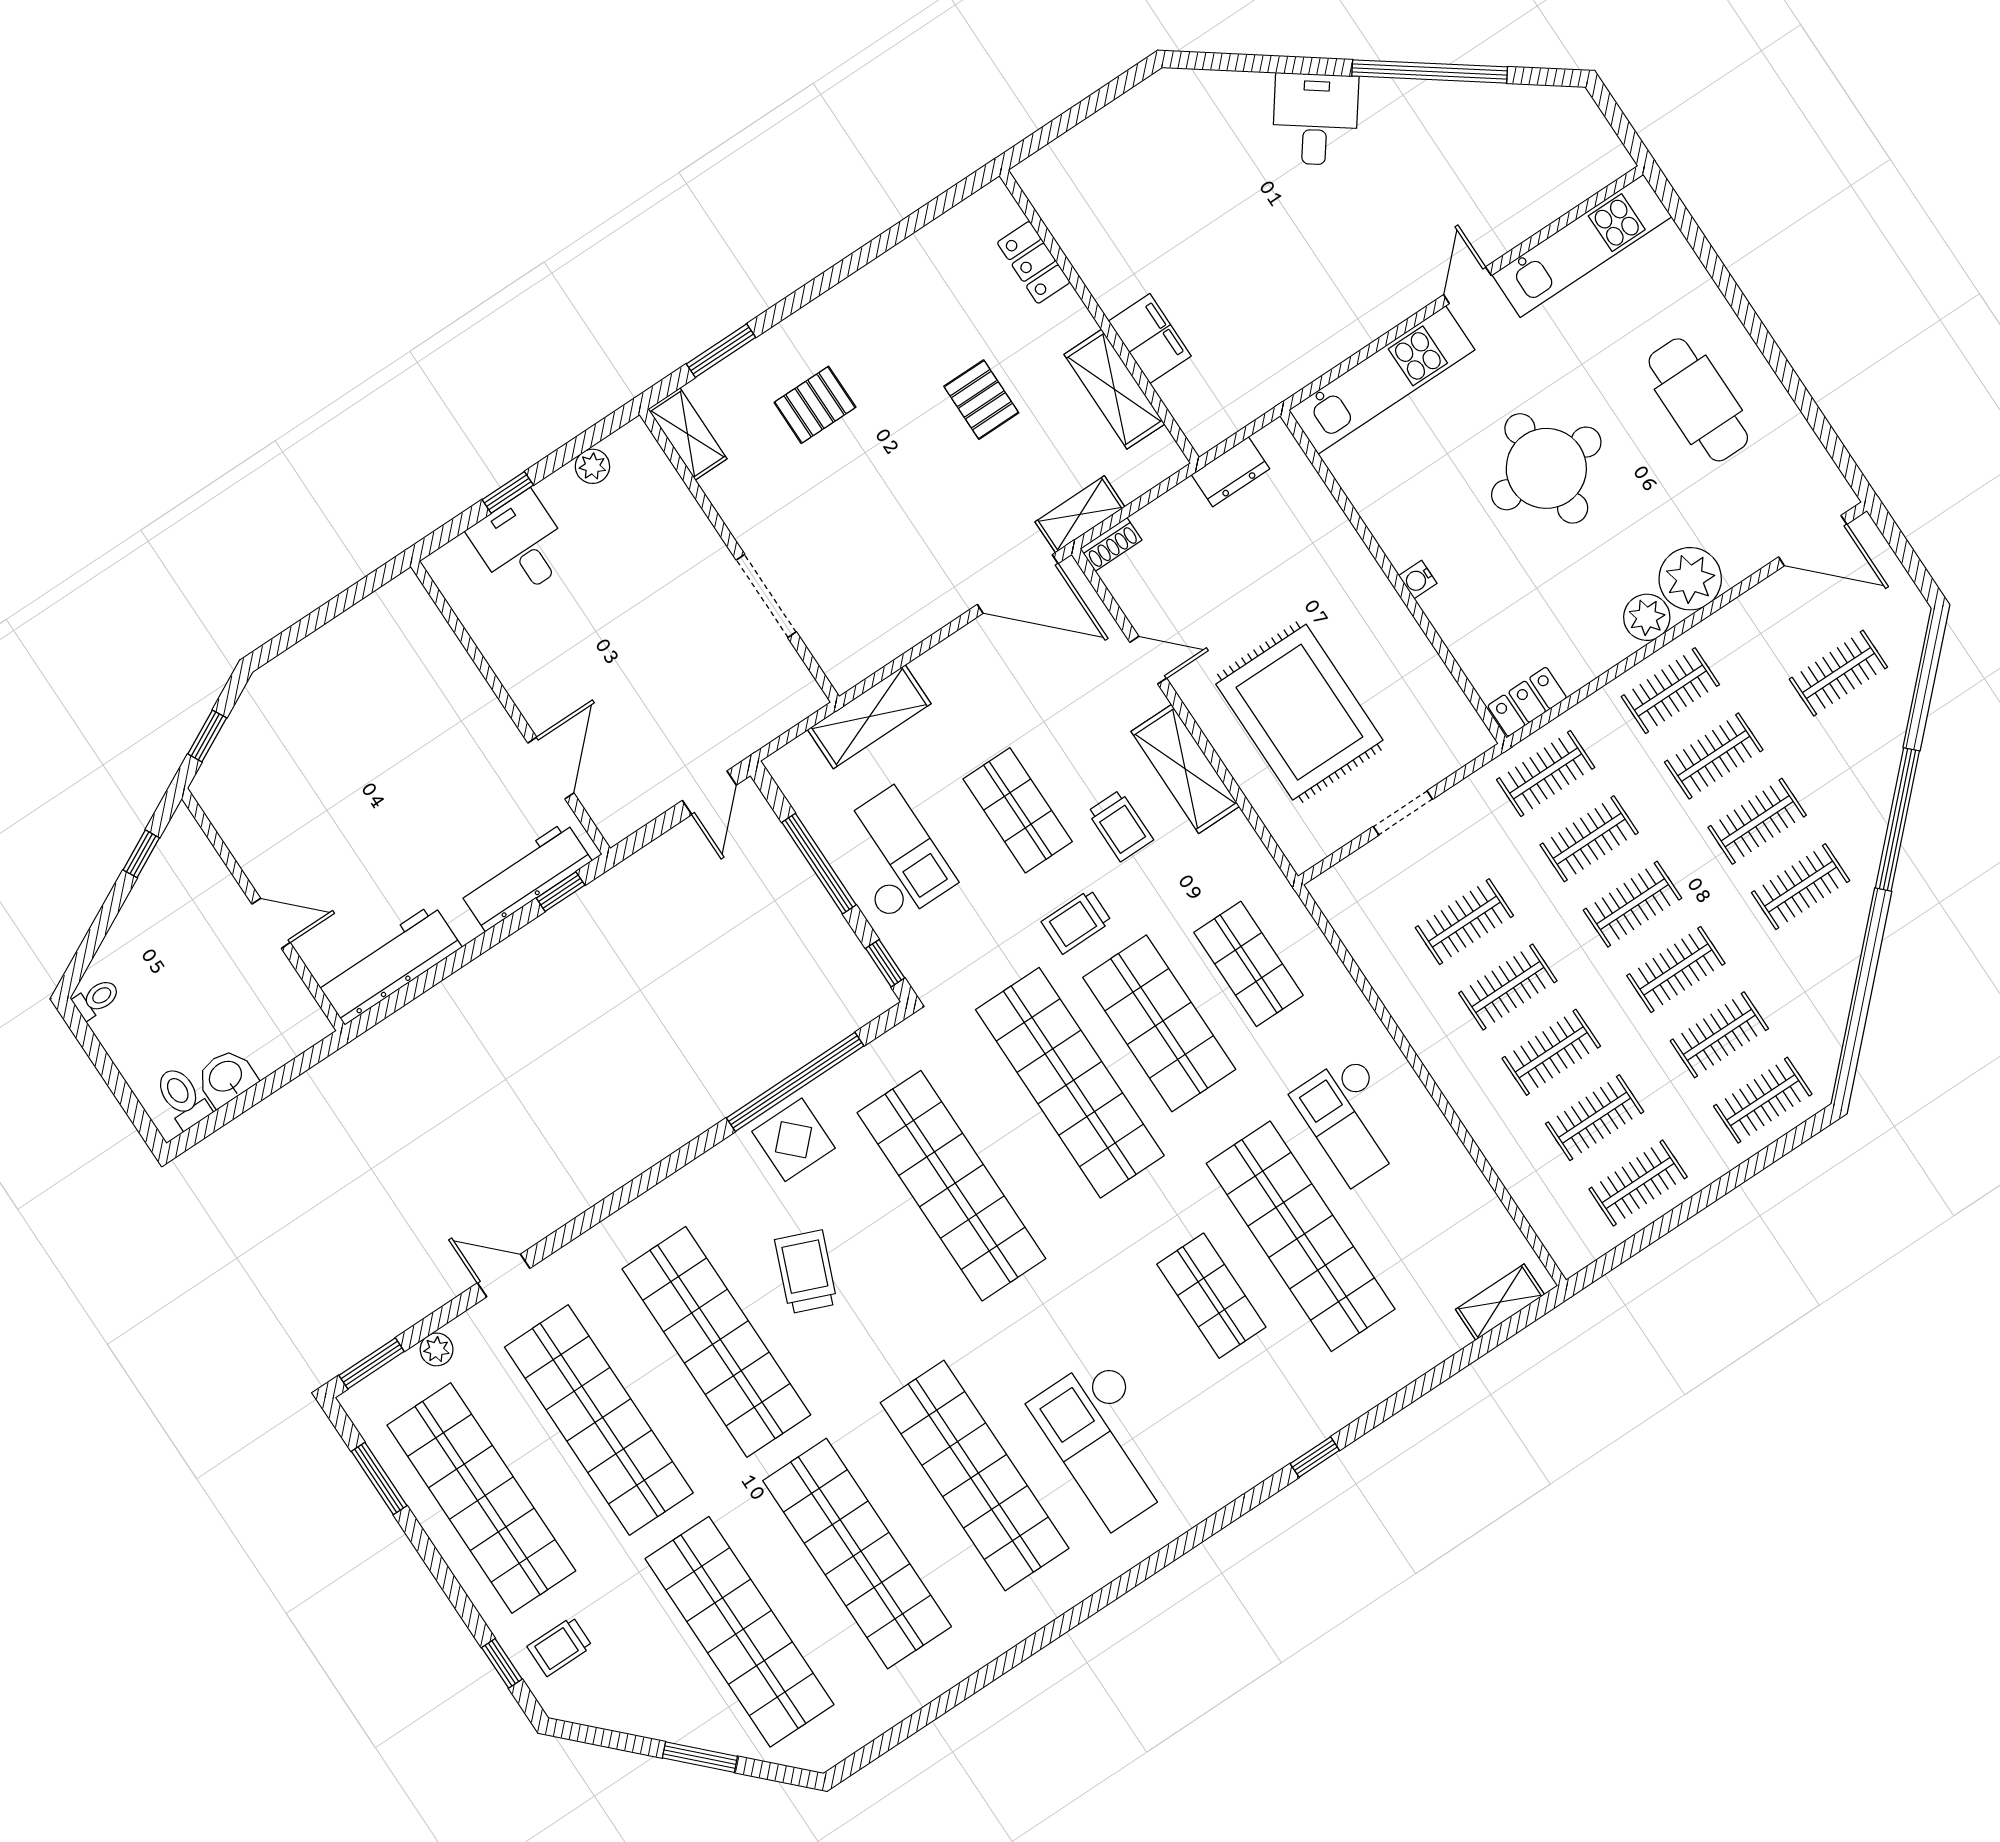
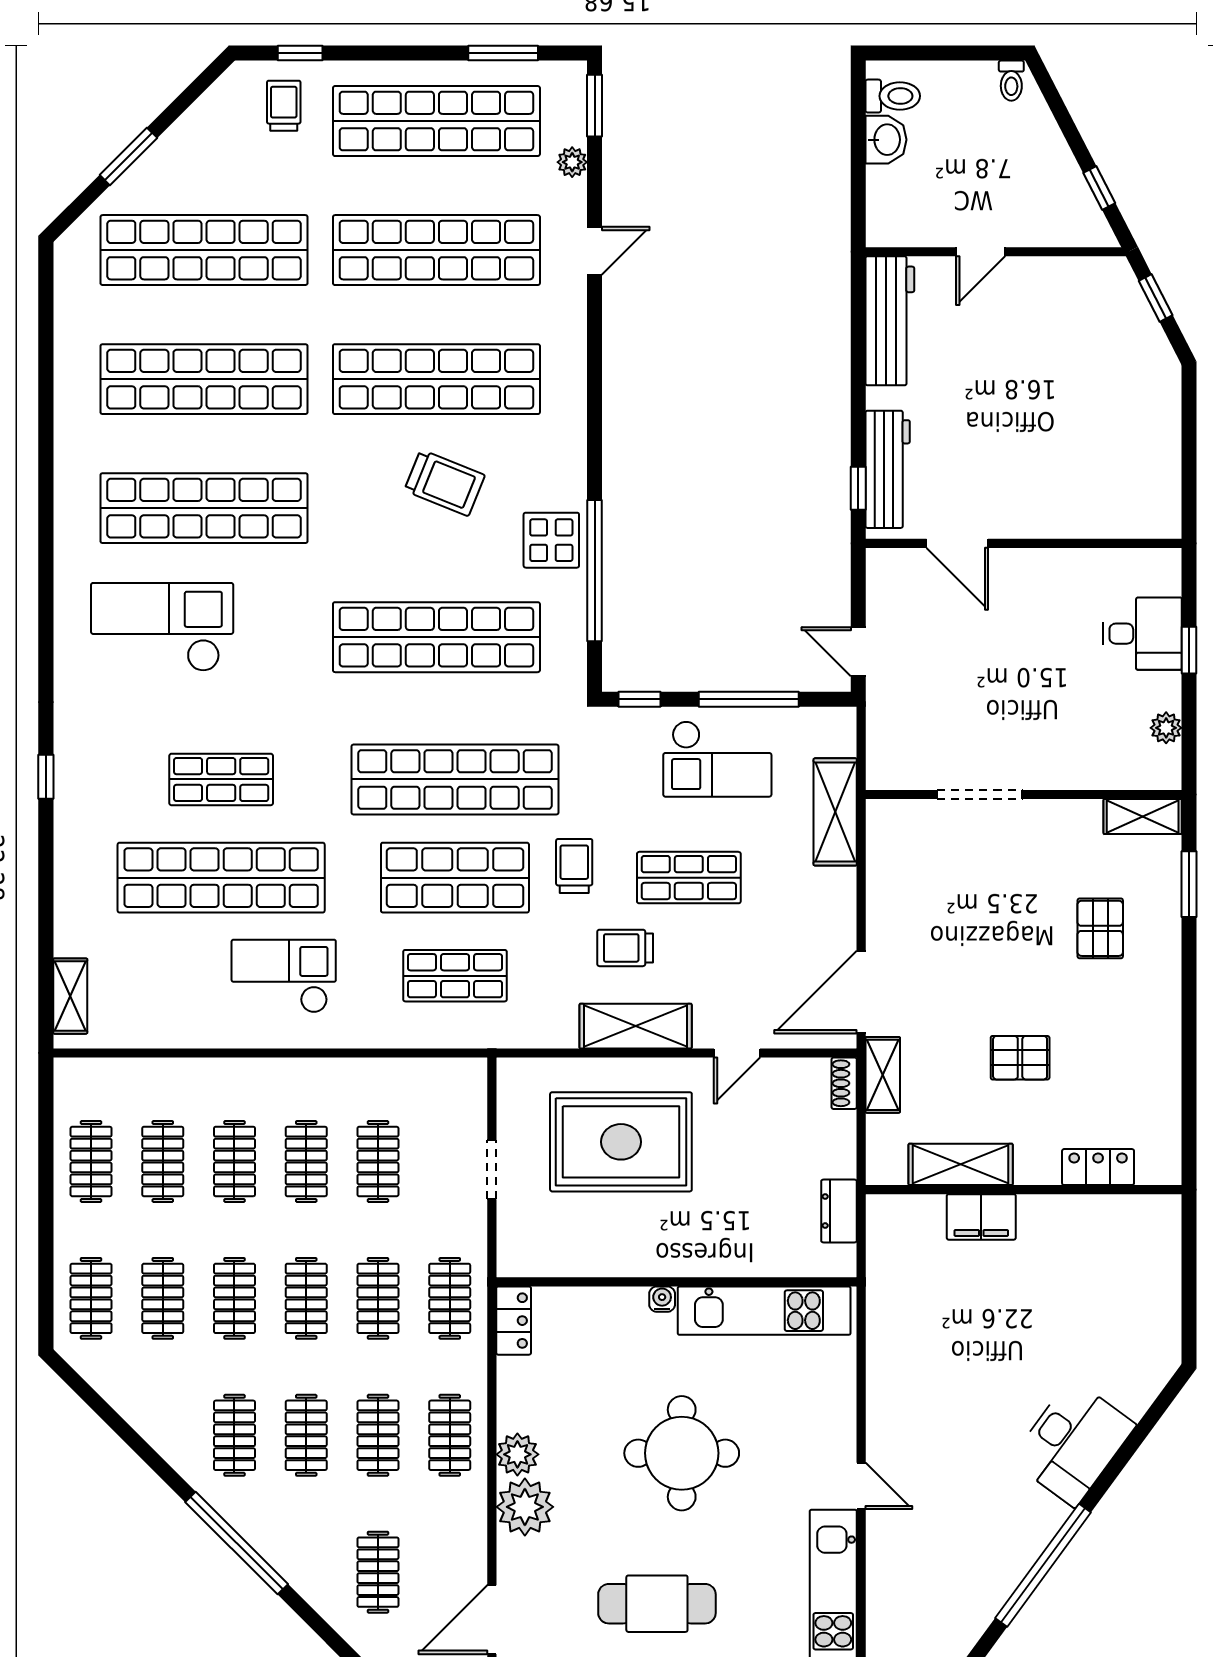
desk: (1315, 119) -> (1073, 1443), width x1.37
kitchen unit: (1382, 380) -> (764, 1311), moved, turned -90

